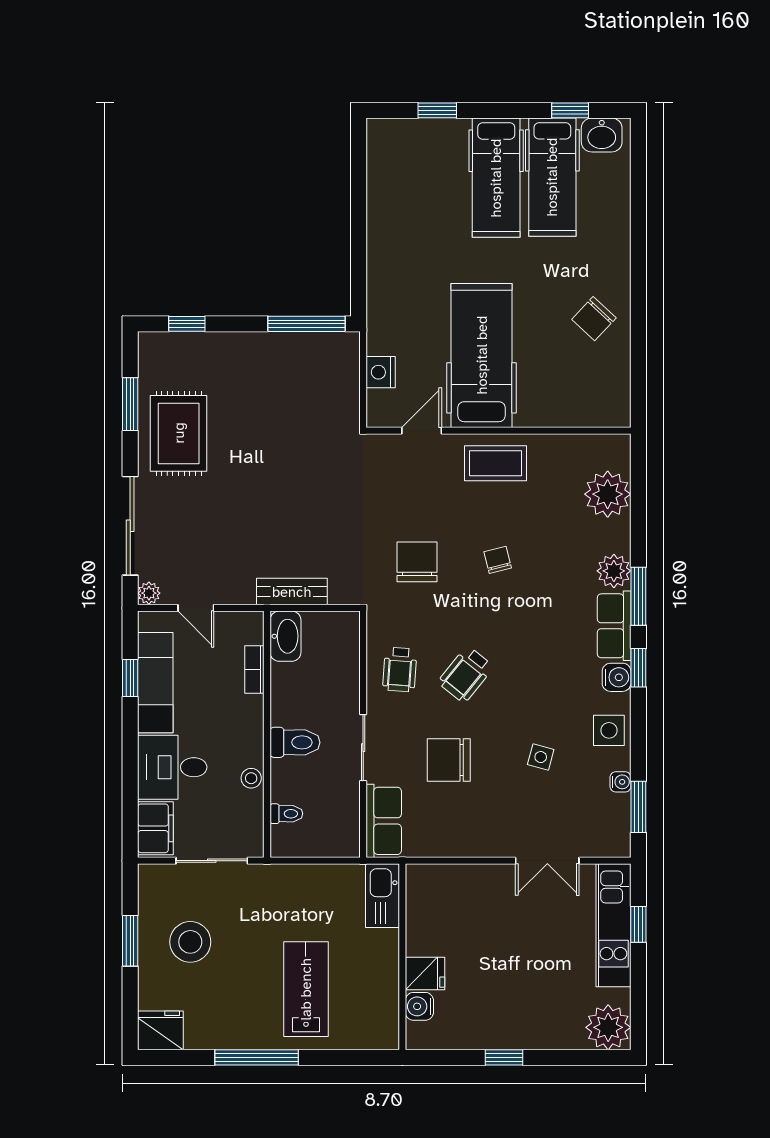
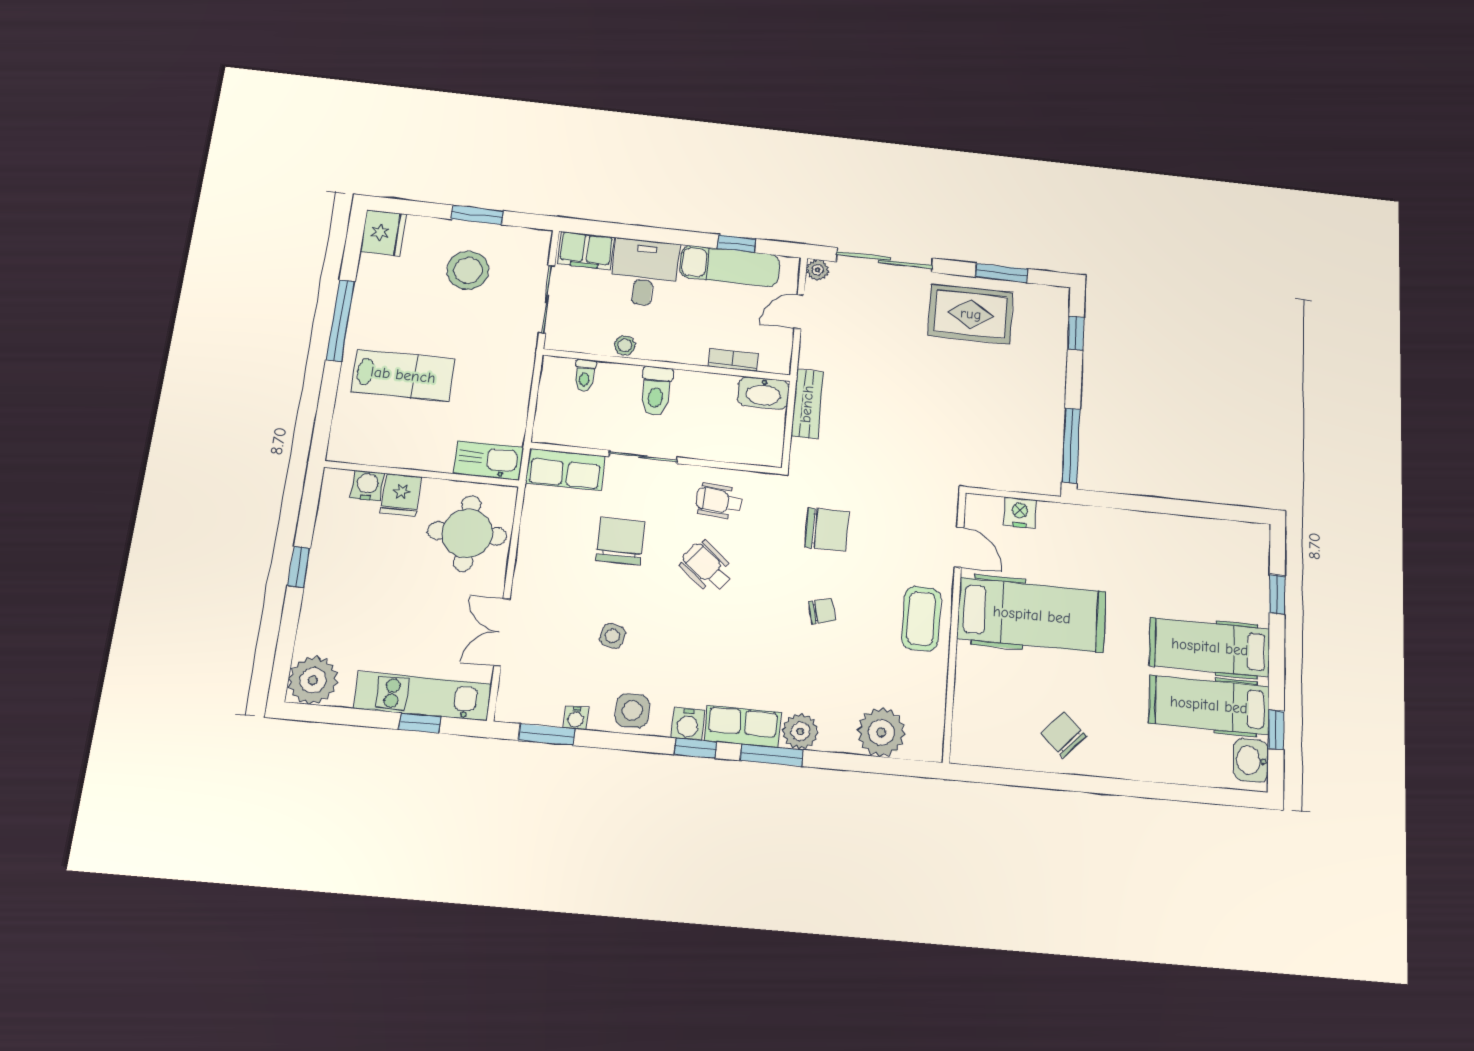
round table: (456, 906) -> (467, 533), added

